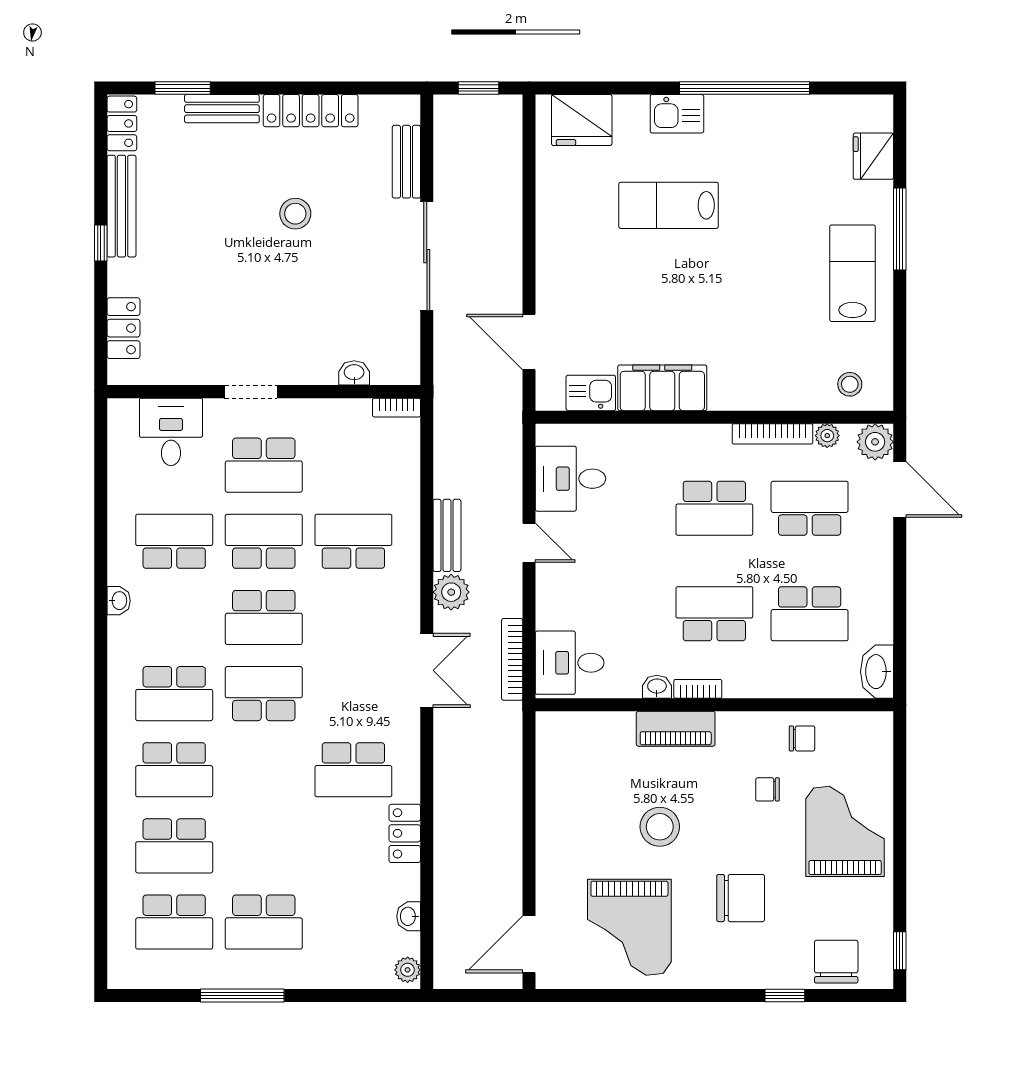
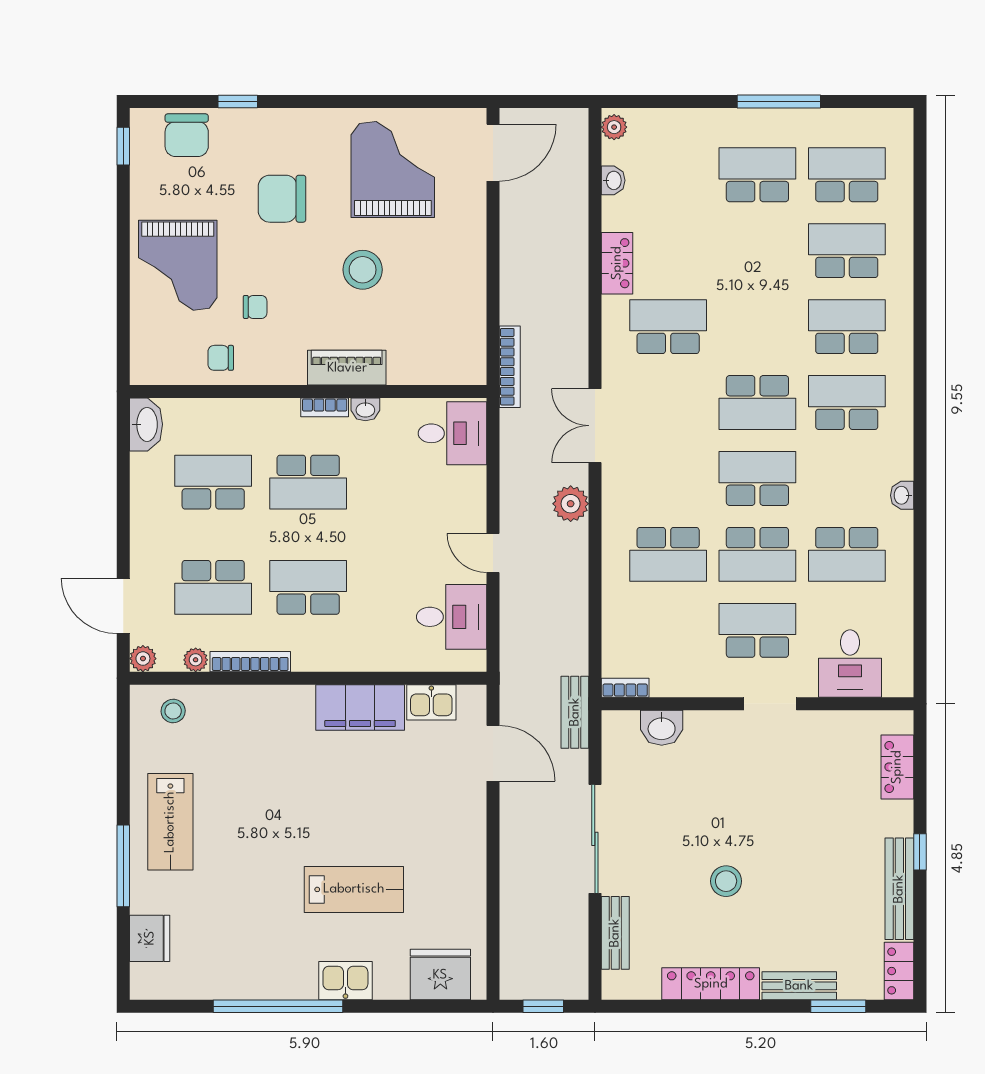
washbasin: (354, 373) -> (662, 728), width x1.38, depth x1.45
plant: (875, 442) -> (143, 659), width x0.73, depth x0.73
bench: (447, 535) -> (575, 712), moved
bookcase: (512, 659) -> (510, 367), moved

